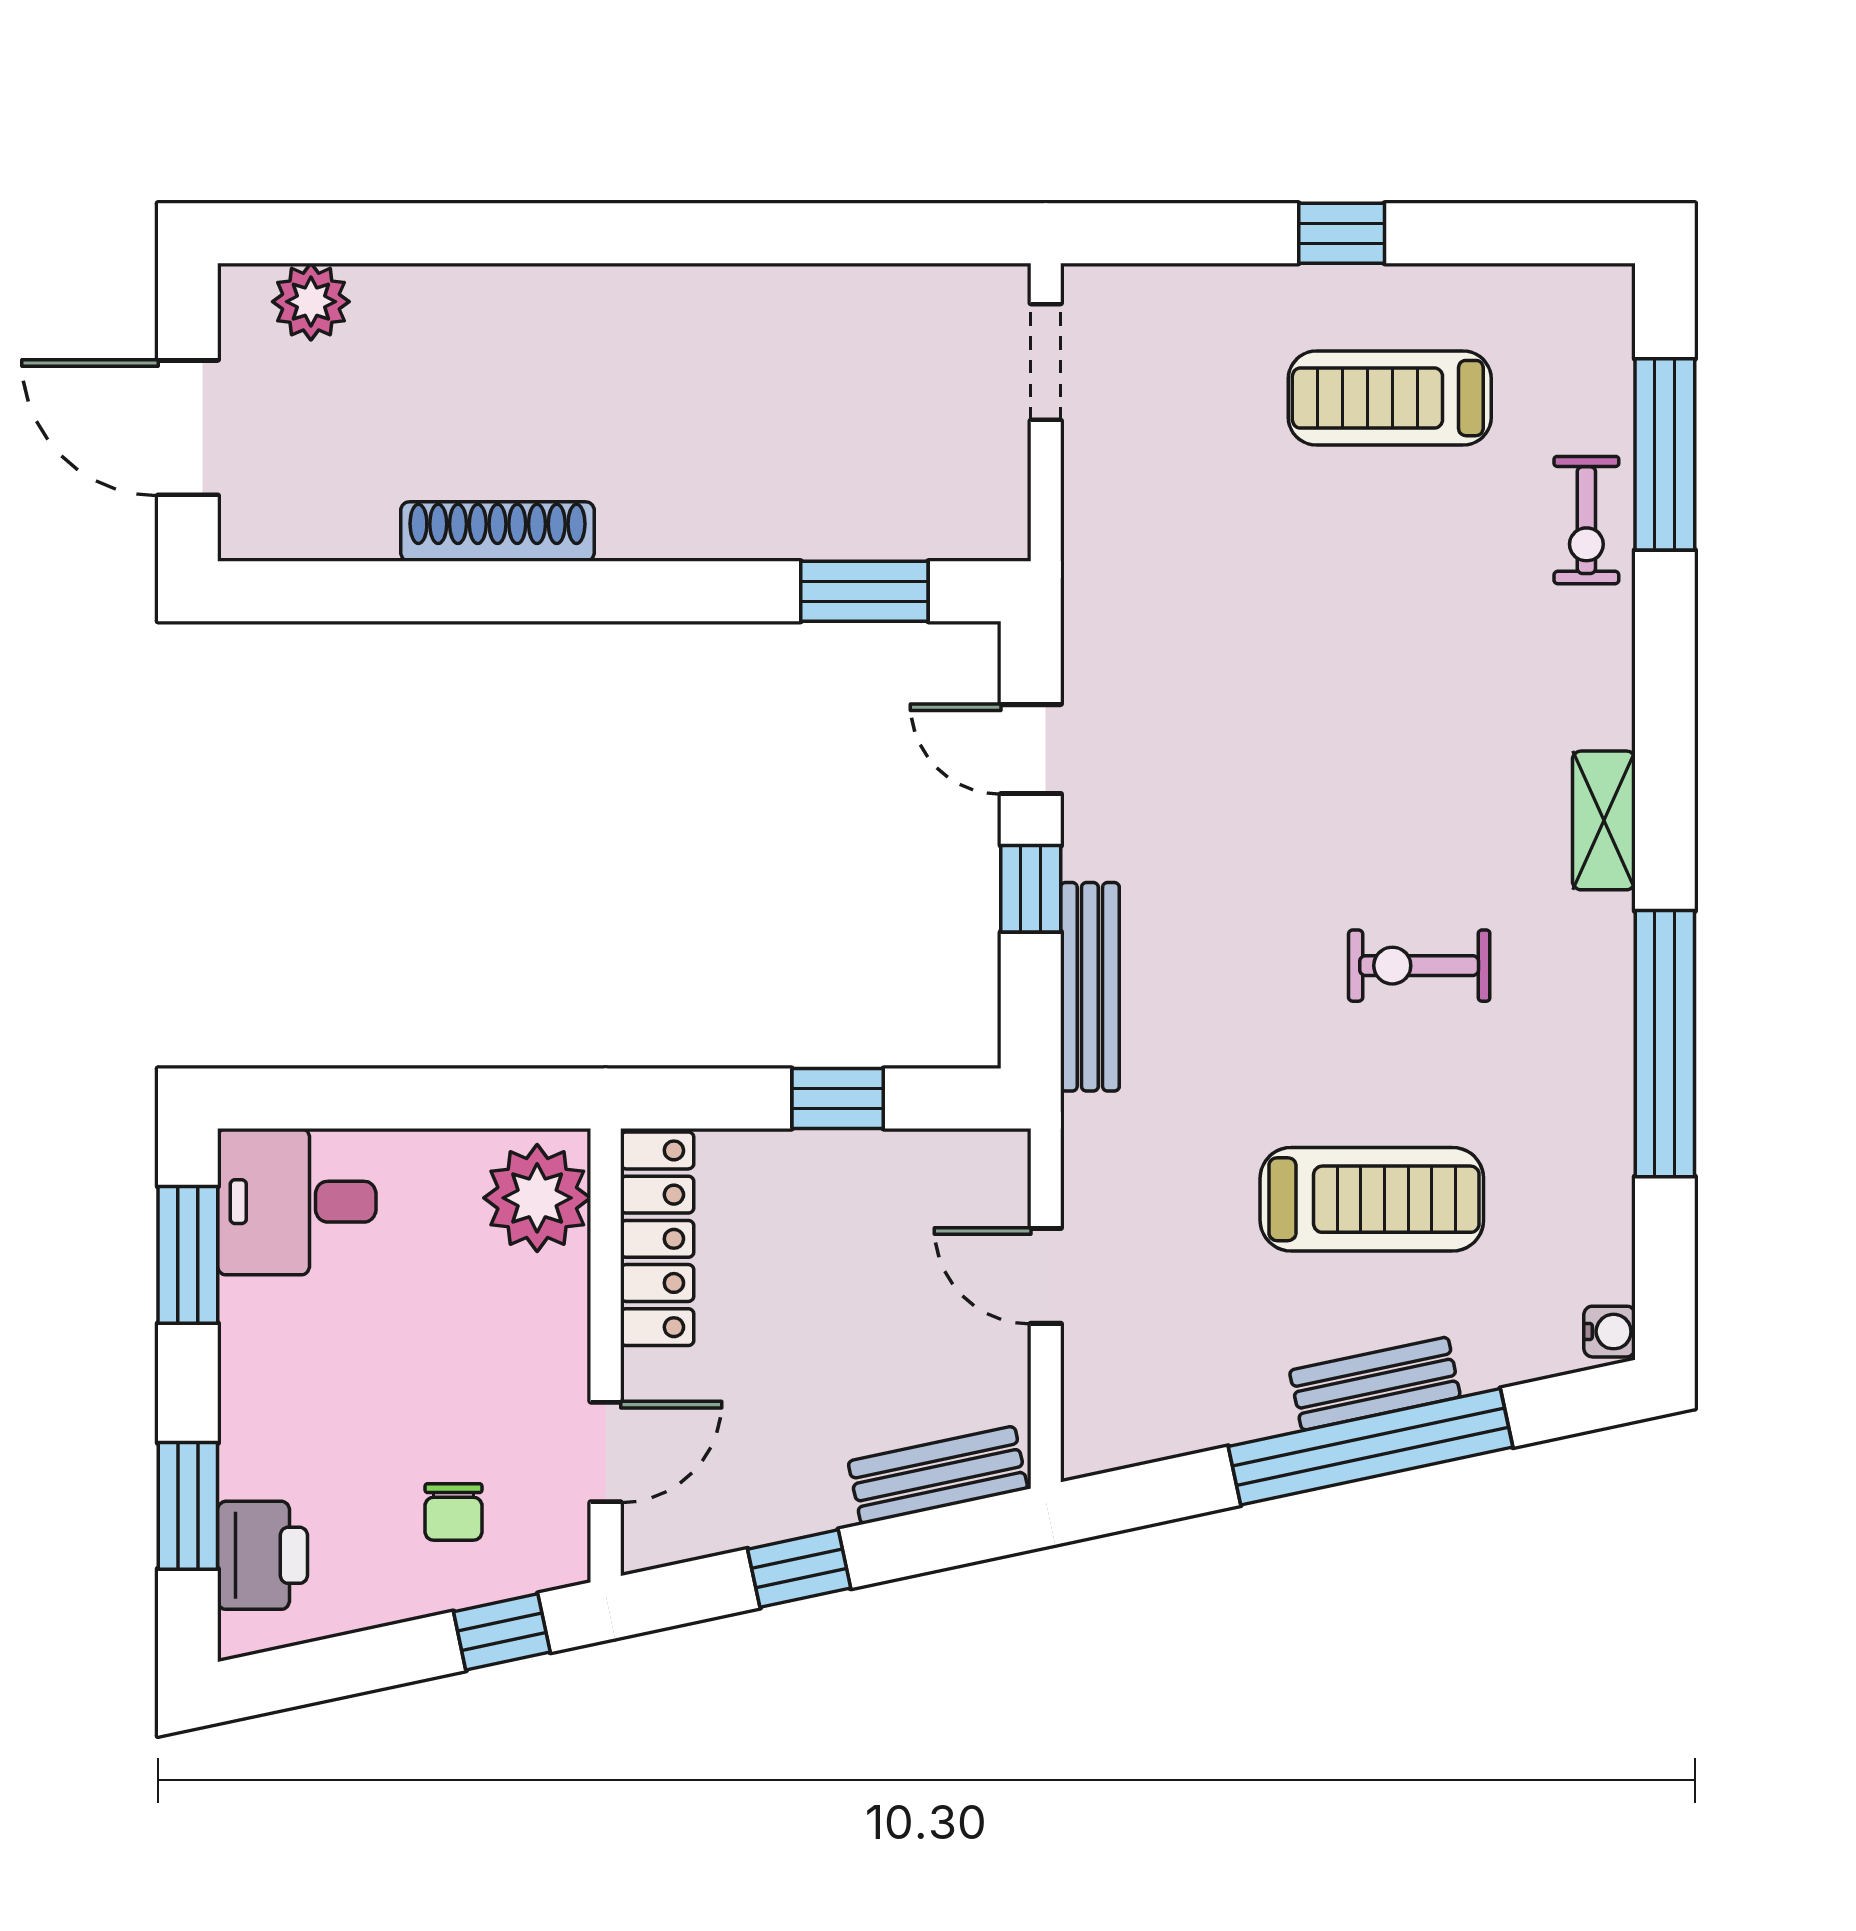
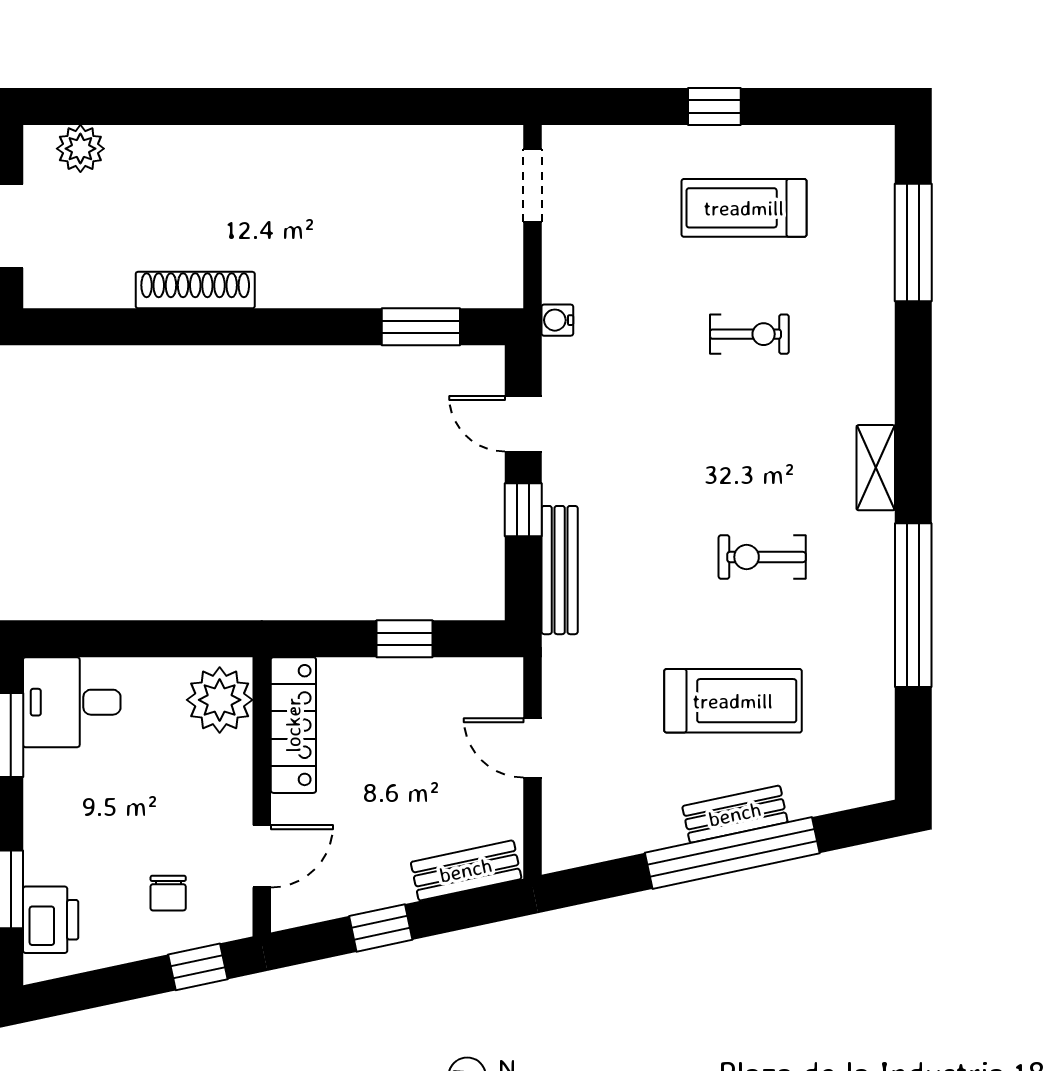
exercise bike: (1586, 520) -> (749, 334), moved, turned -90
water cooler: (1610, 1332) -> (557, 320), moved, turned 180

